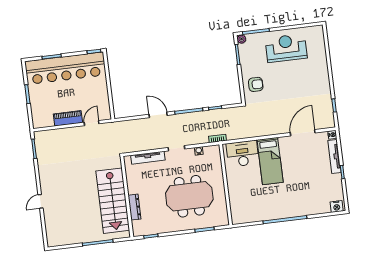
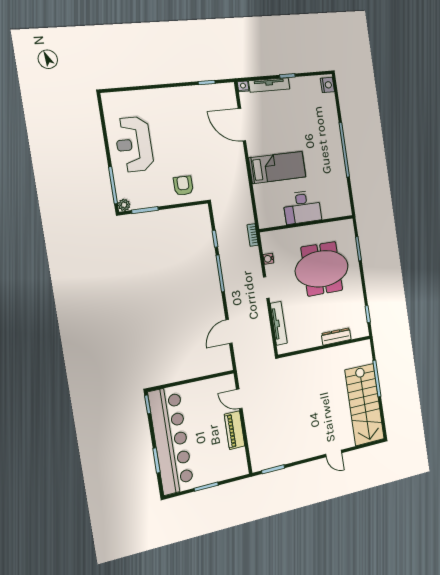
door: (158, 115) -> (229, 332), moved
desk: (243, 154) -> (302, 207), moved, turned -90
meeting table: (189, 196) -> (322, 269), turned 90
stairs: (113, 201) -> (365, 405), moved, turned 90

